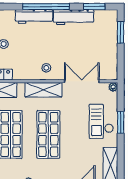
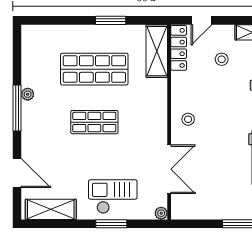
shelving: (43, 90) -> (157, 115), removed
shop shelf: (48, 134) -> (94, 122), width x0.70, depth x0.74

